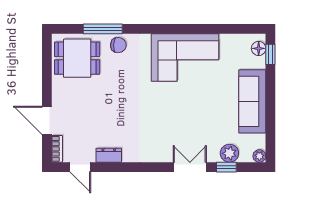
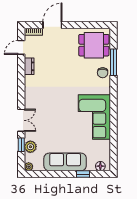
window: (270, 54) -> (83, 174), moved
dining table: (77, 58) -> (94, 45), turned 90

